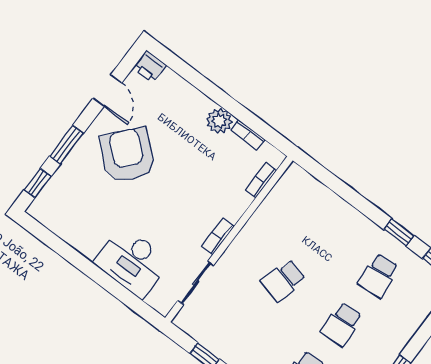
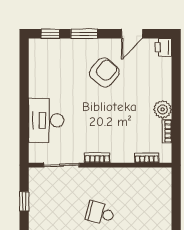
armchair: (128, 155) -> (104, 73), width x0.73, depth x0.73

